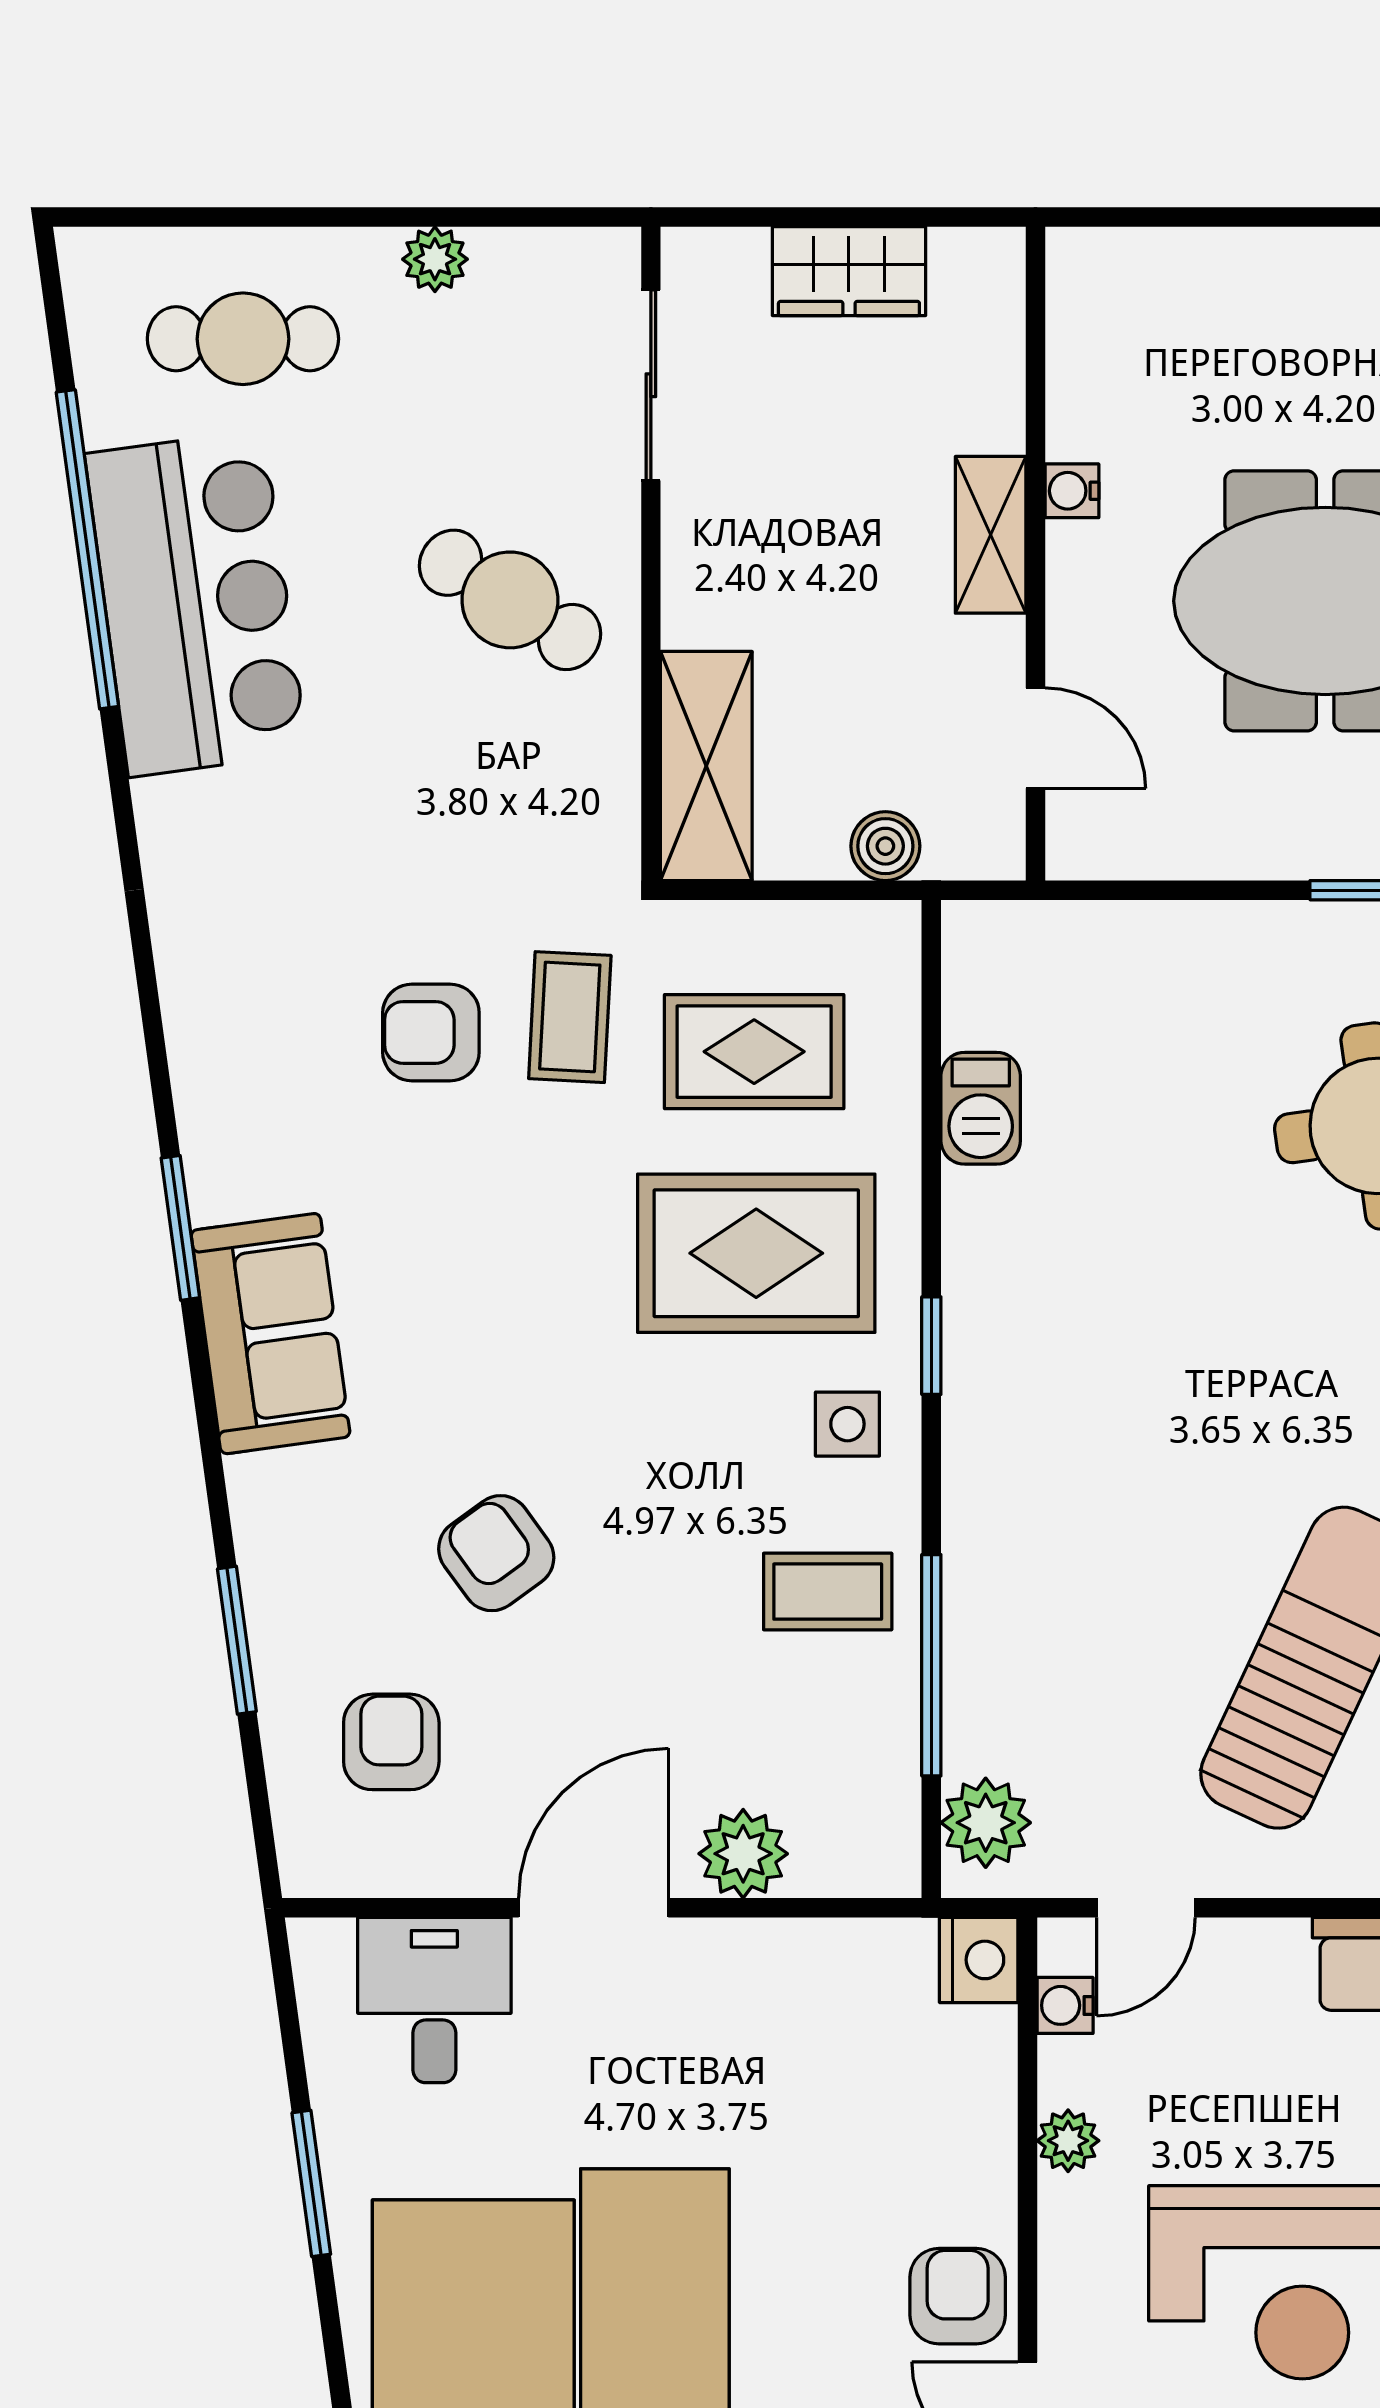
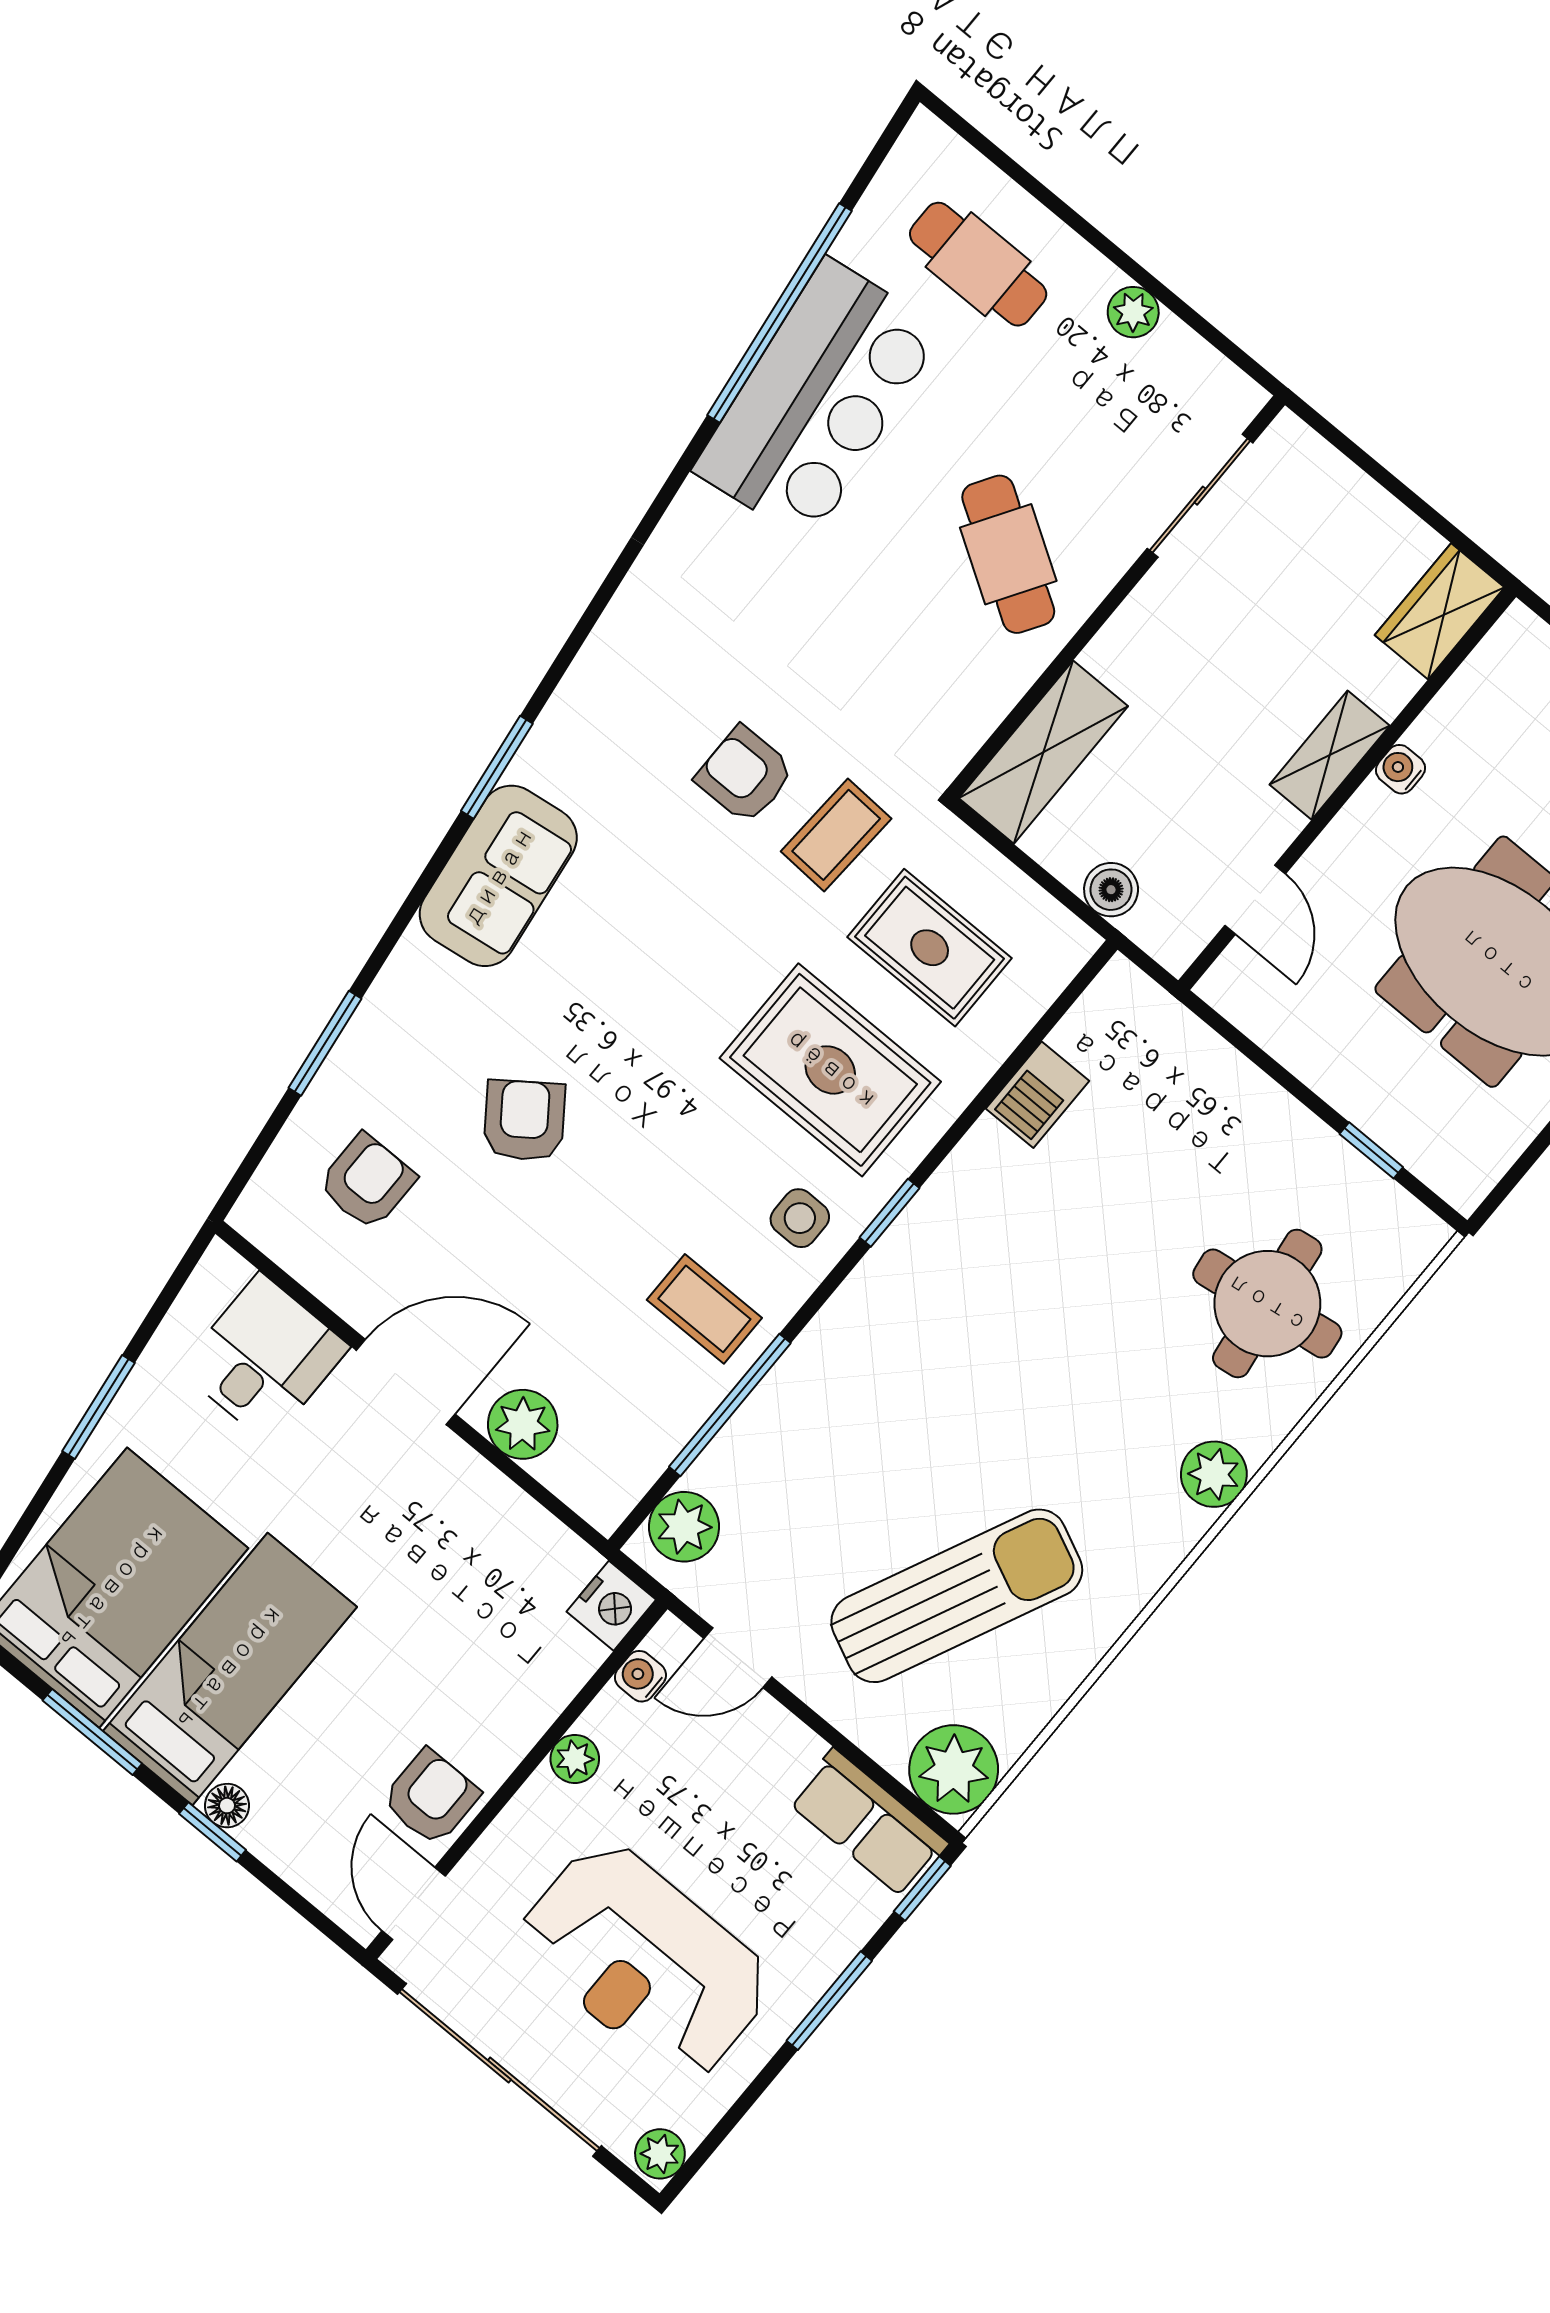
wardrobe: (849, 271) -> (1440, 611), moved, turned 90

